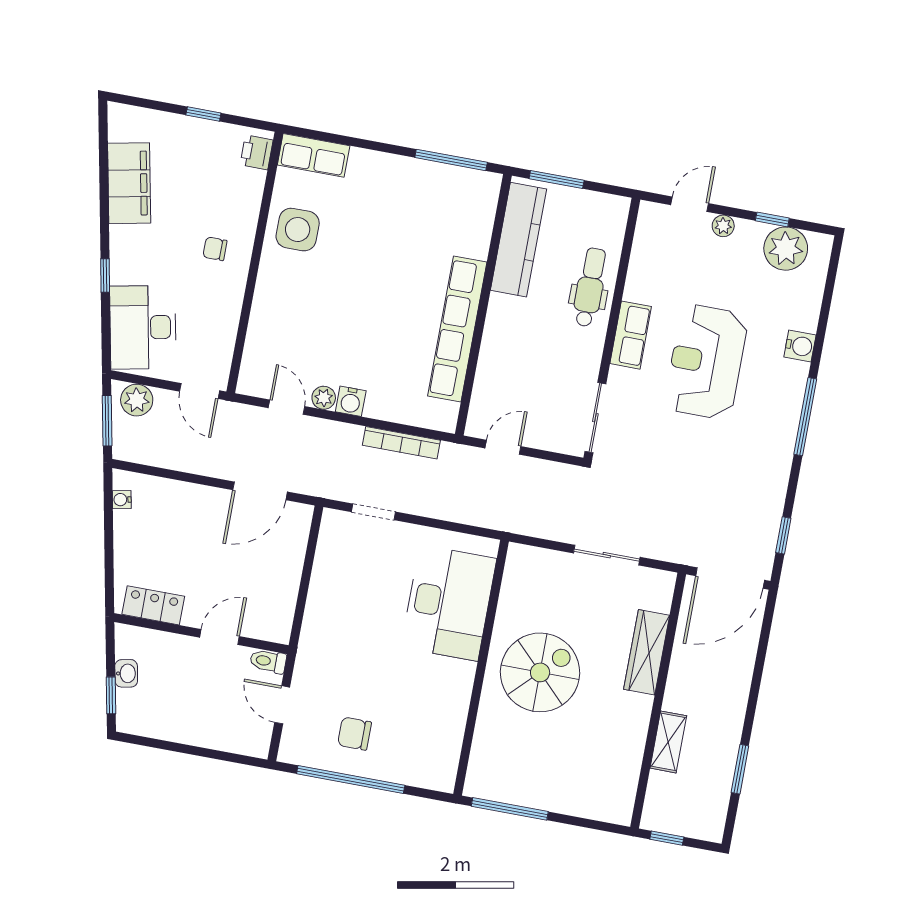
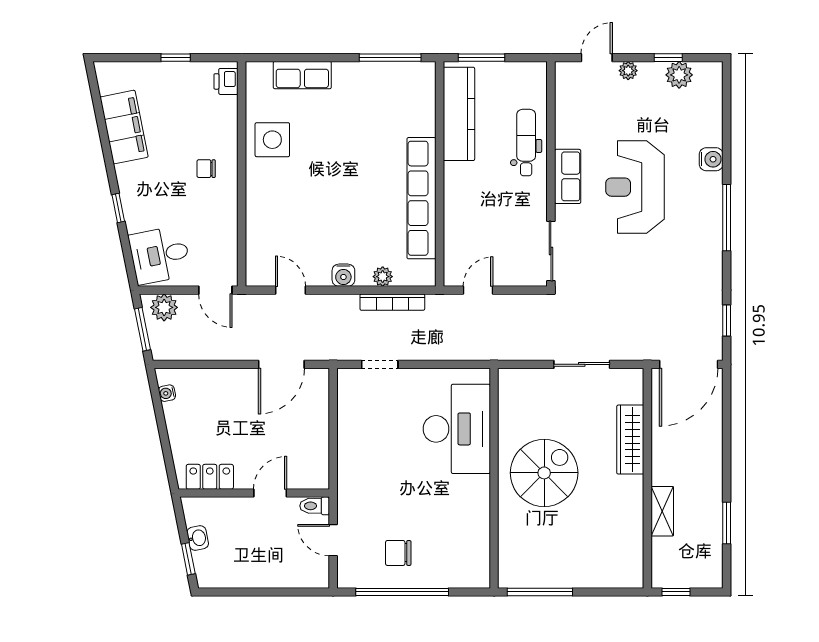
row of seats: (314, 155) -> (302, 75), moved
plant: (786, 249) -> (679, 75), width x0.73, depth x0.73
desk: (143, 327) -> (160, 255), width x0.73
plant: (324, 398) -> (383, 277), moved

